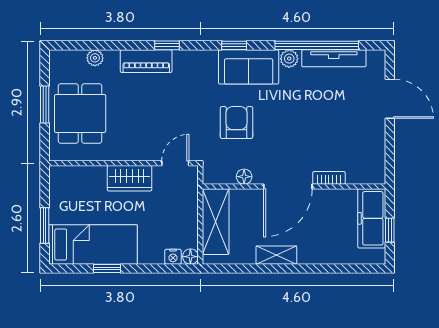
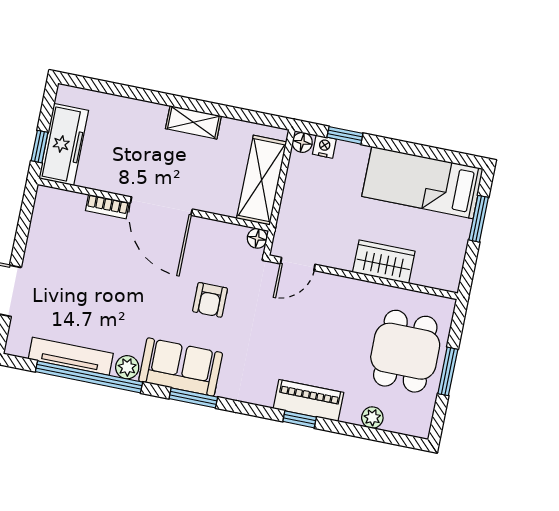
window: (167, 45) -> (300, 419), moved
window: (234, 45) -> (193, 398), width x1.50
armchair: (237, 123) -> (210, 300), width x0.72, depth x0.72
floor lamp: (244, 177) -> (257, 238), moved
wardrobe: (130, 178) -> (384, 262), moved
door: (288, 186) -> (161, 206), swing flipped
window: (390, 230) -> (40, 147), moved
window: (107, 268) -> (345, 135), moved

